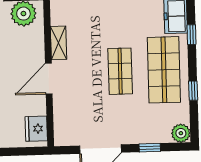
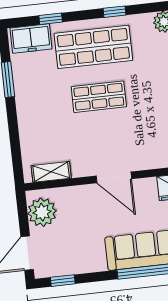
shelving: (59, 43) -> (51, 172), moved

